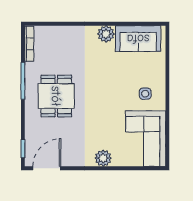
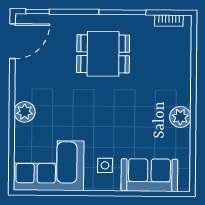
sofa: (138, 39) -> (149, 175), moved, turned 90
bookcase: (29, 44) -> (169, 21), width x0.64
door: (47, 168) -> (13, 41), hinge flipped

